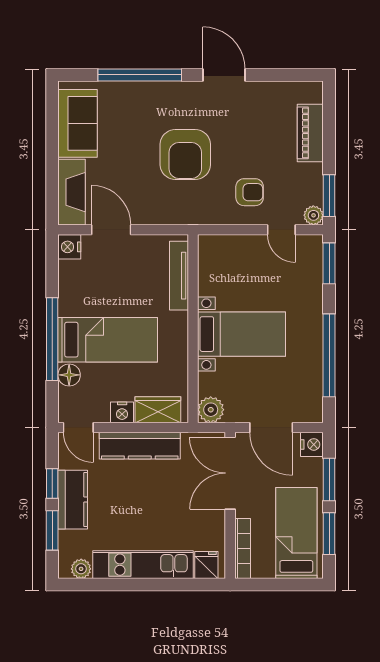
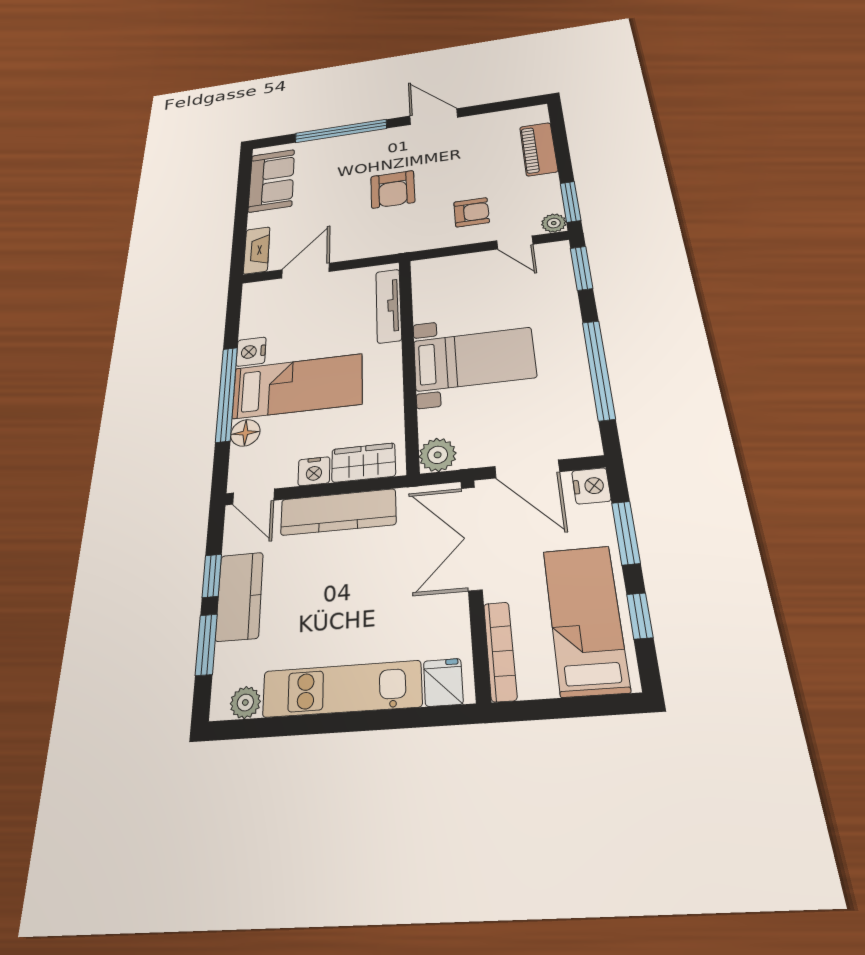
armchair: (185, 154) -> (393, 189), width x0.73, depth x0.73
fireplace: (72, 192) -> (257, 250), width x0.73, depth x0.76
door: (111, 230) -> (306, 271), hinge flipped
nightstand: (69, 247) -> (251, 352), moved
window: (329, 534) -> (640, 616), width x0.67

